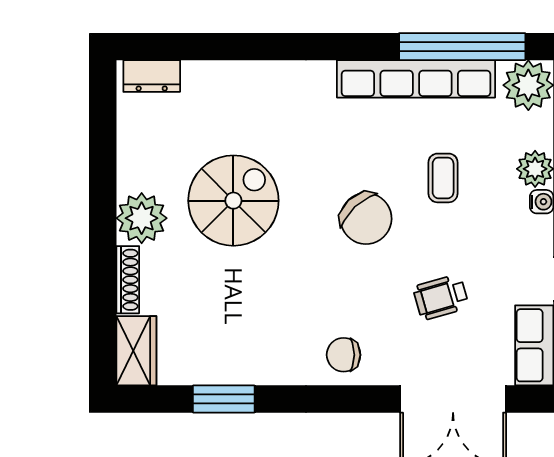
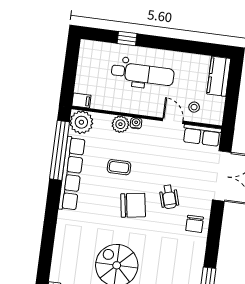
chair: (366, 219) -> (133, 205), turned 34
wheelchair: (441, 297) -> (169, 197), moved

